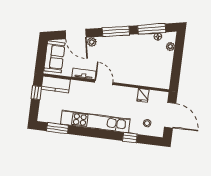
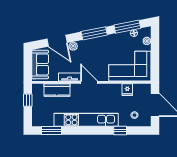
corner sofa: (149, 71) -> (130, 66), added
kitchen counter: (56, 84) -> (57, 90), moved

